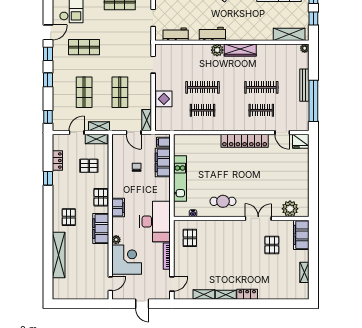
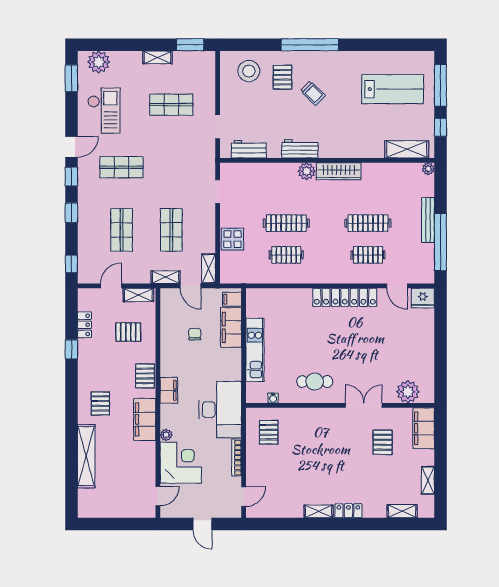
shelving: (99, 126) -> (166, 277), moved
shelving: (204, 295) -> (402, 511), moved

